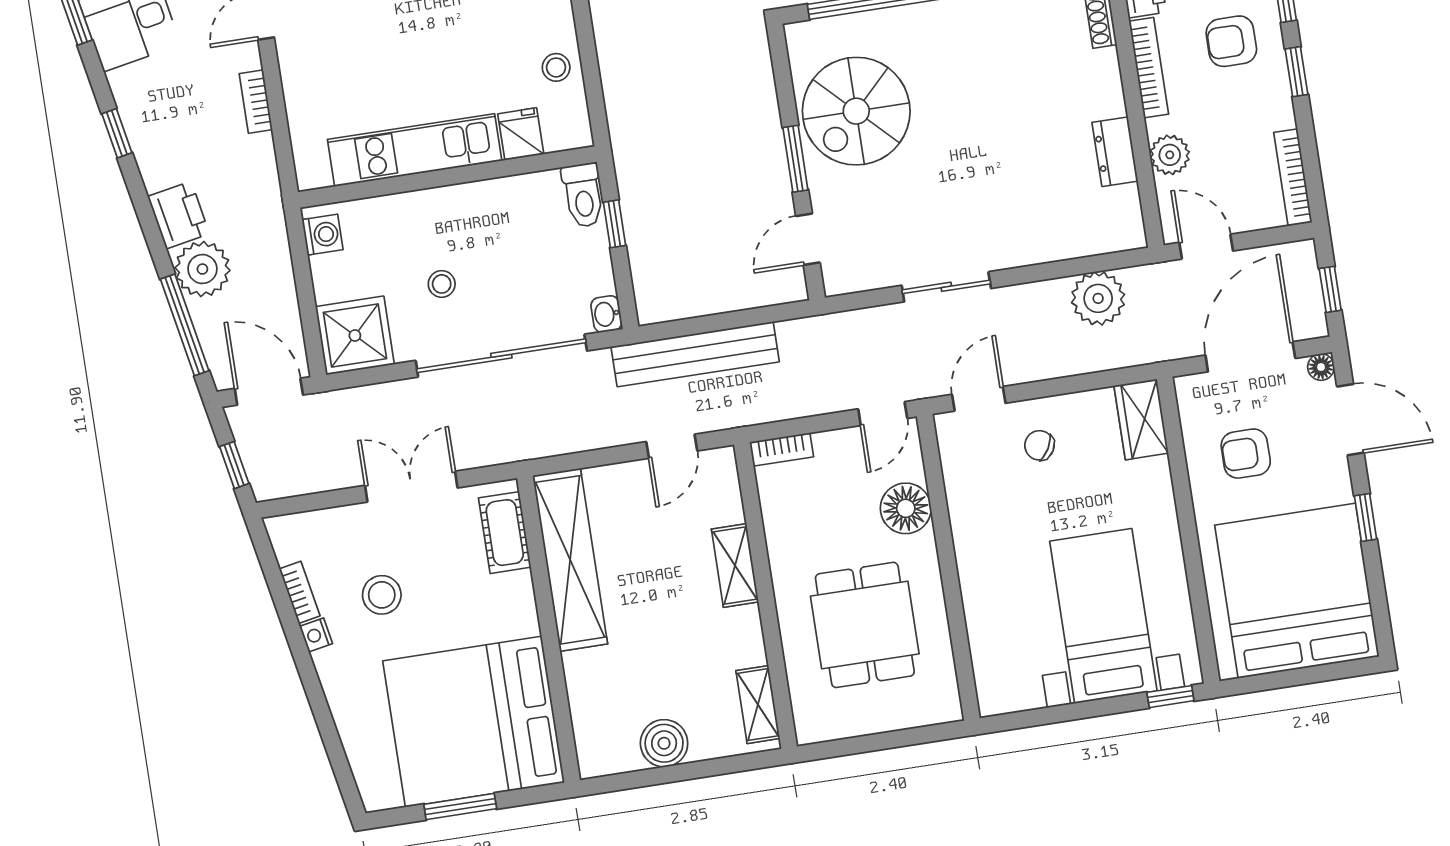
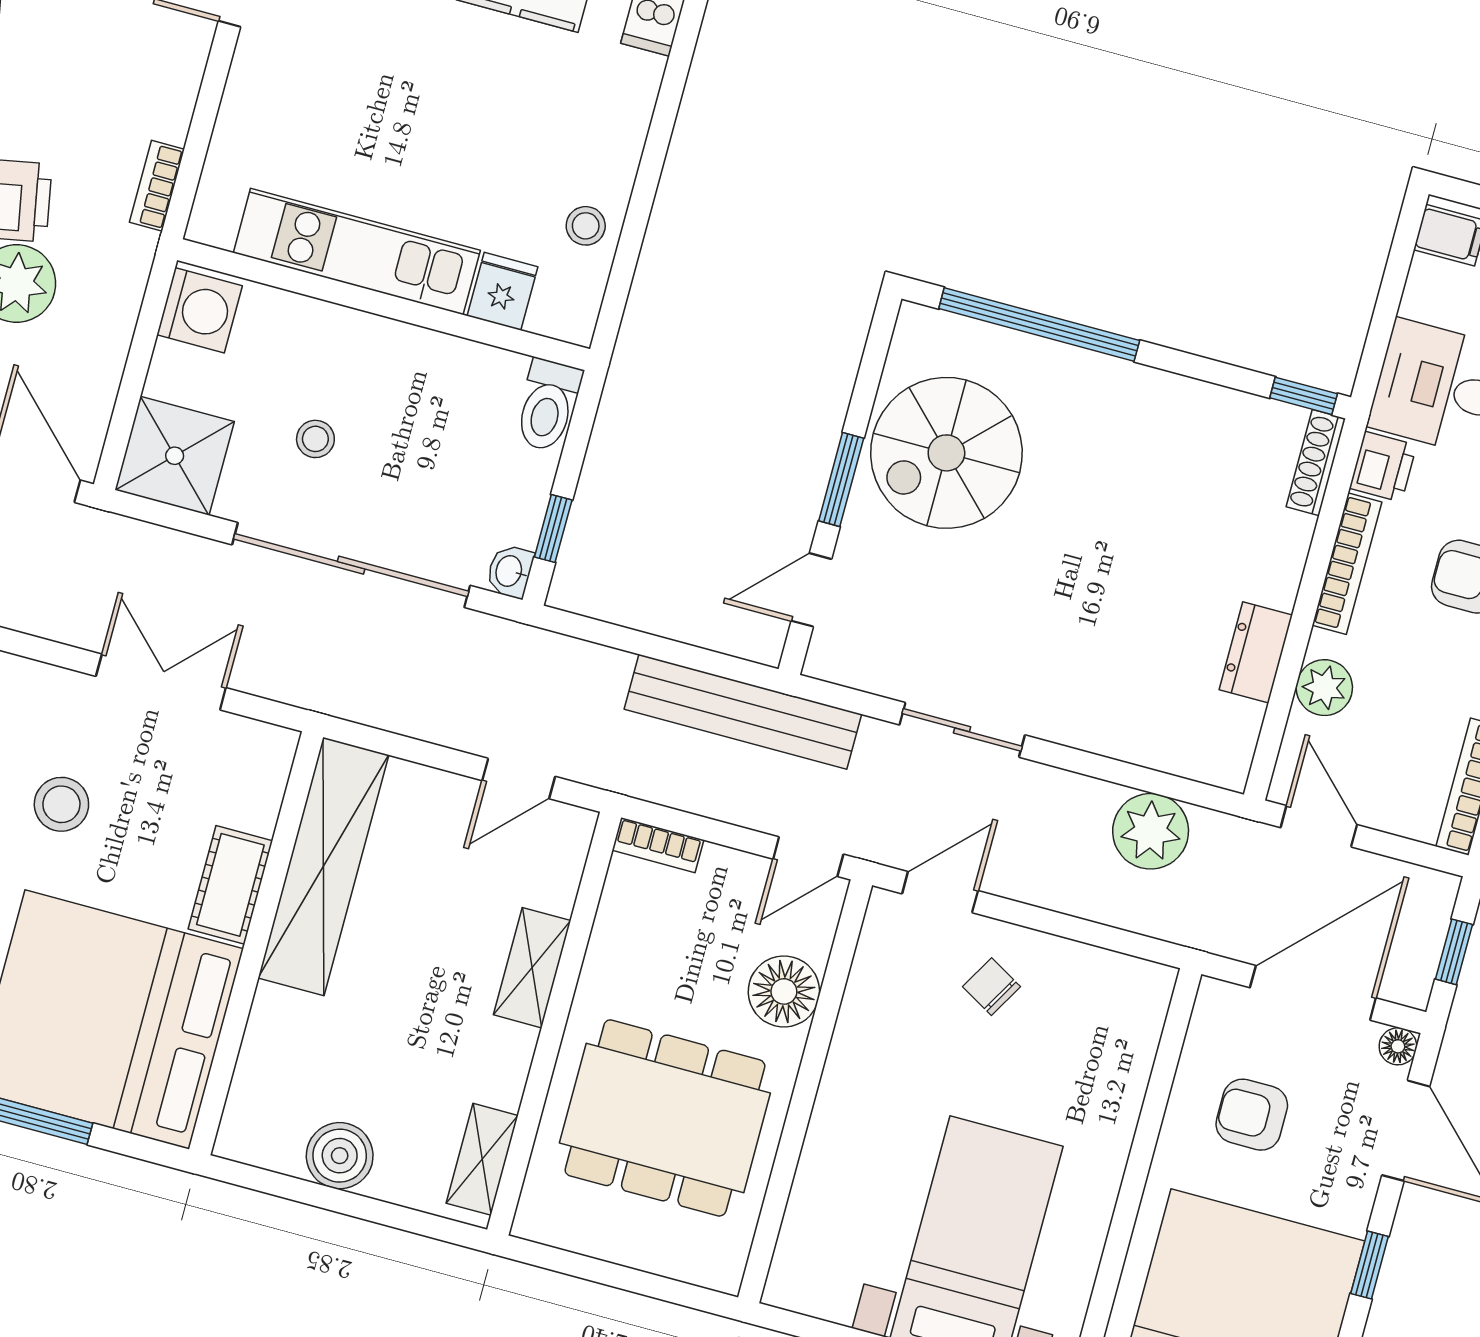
bookcase: (256, 102) -> (157, 186), moved
window: (614, 224) -> (553, 528), moved
washing machine: (322, 235) -> (200, 310), width x1.38, depth x1.38
bench: (695, 354) -> (743, 712), moved
wardrobe: (1141, 419) -> (1137, 1011), removed
cot: (505, 533) -> (230, 885), moved
dining table: (865, 625) -> (665, 1118), width x1.38

